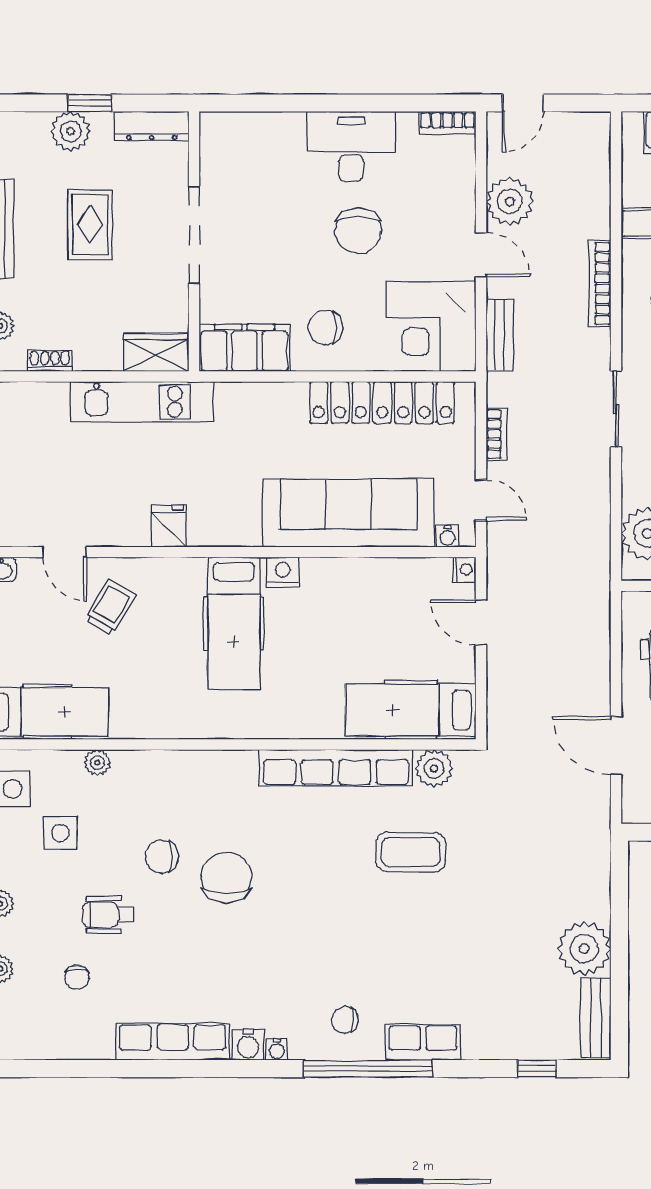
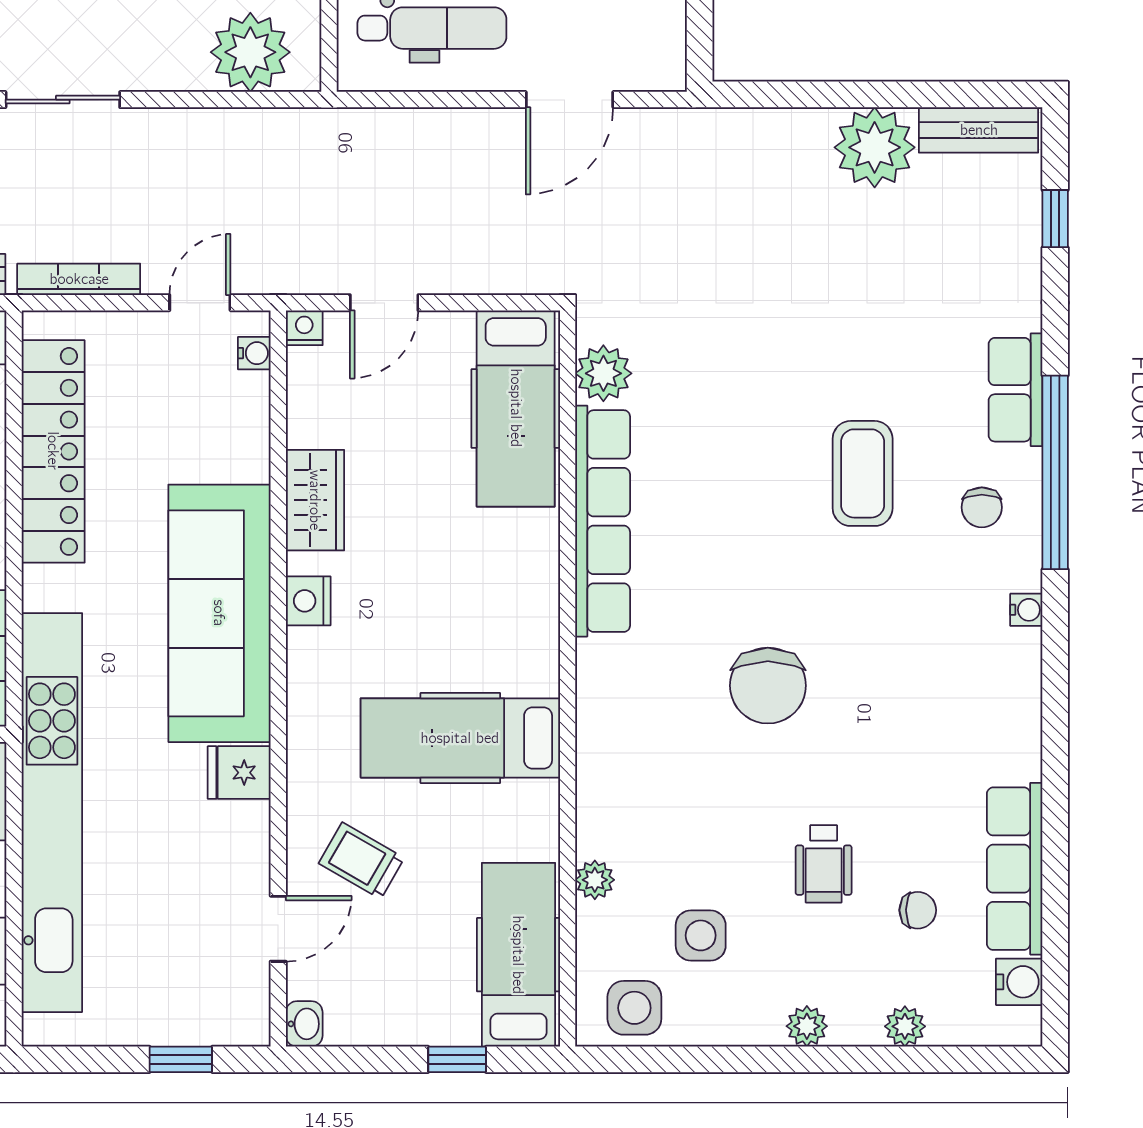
kitchen unit: (142, 402) -> (52, 813), width x1.86
bookcase: (497, 434) -> (79, 279), width x1.56
sofa: (348, 513) -> (219, 613), moved
wardrobe: (350, 577) -> (315, 500), added
hospital bed: (234, 623) -> (460, 738), moved, turned 180
coffee table: (411, 852) -> (863, 473), moved
chair: (162, 857) -> (736, 783), removed
chair: (226, 878) -> (768, 686), turned -90
row of seats: (173, 1042) -> (1015, 869), moved
water cooler: (248, 1045) -> (1019, 982), moved

